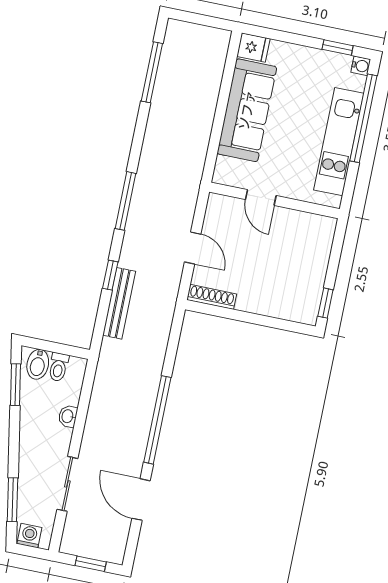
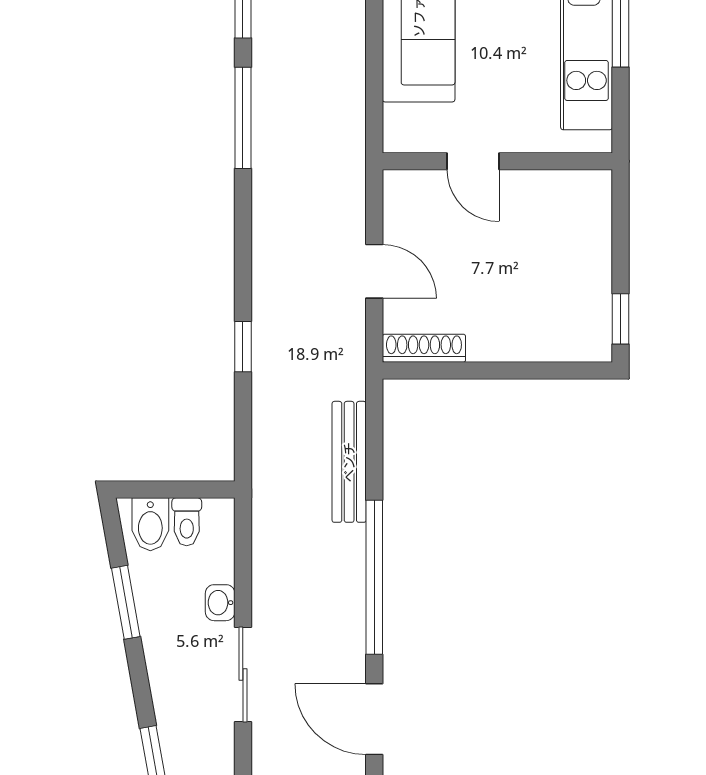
window: (125, 201) -> (243, 118), moved
bench: (119, 303) -> (349, 462), moved
window: (16, 385) -> (126, 602), moved
sliding door: (67, 484) -> (243, 674), moved

